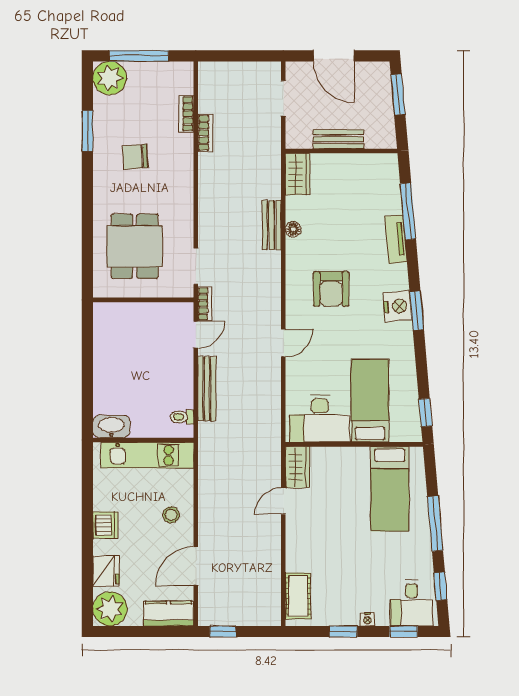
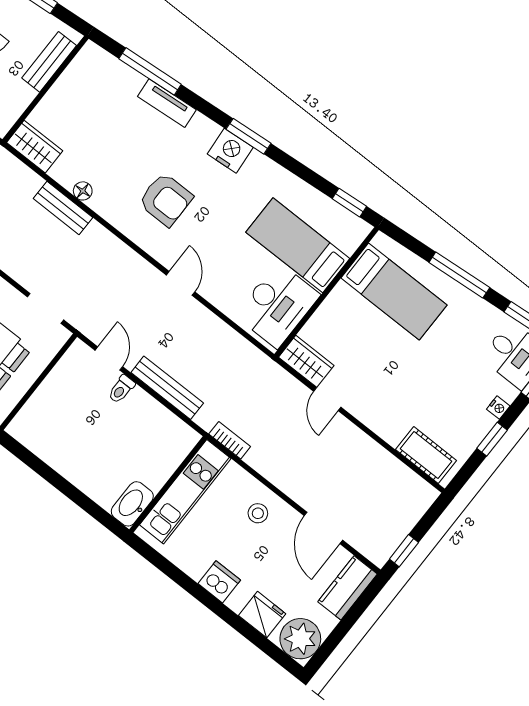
bench: (338, 139) -> (49, 62), moved
bookcase: (205, 304) -> (230, 440), moved
toilet: (182, 417) -> (121, 389), moved

